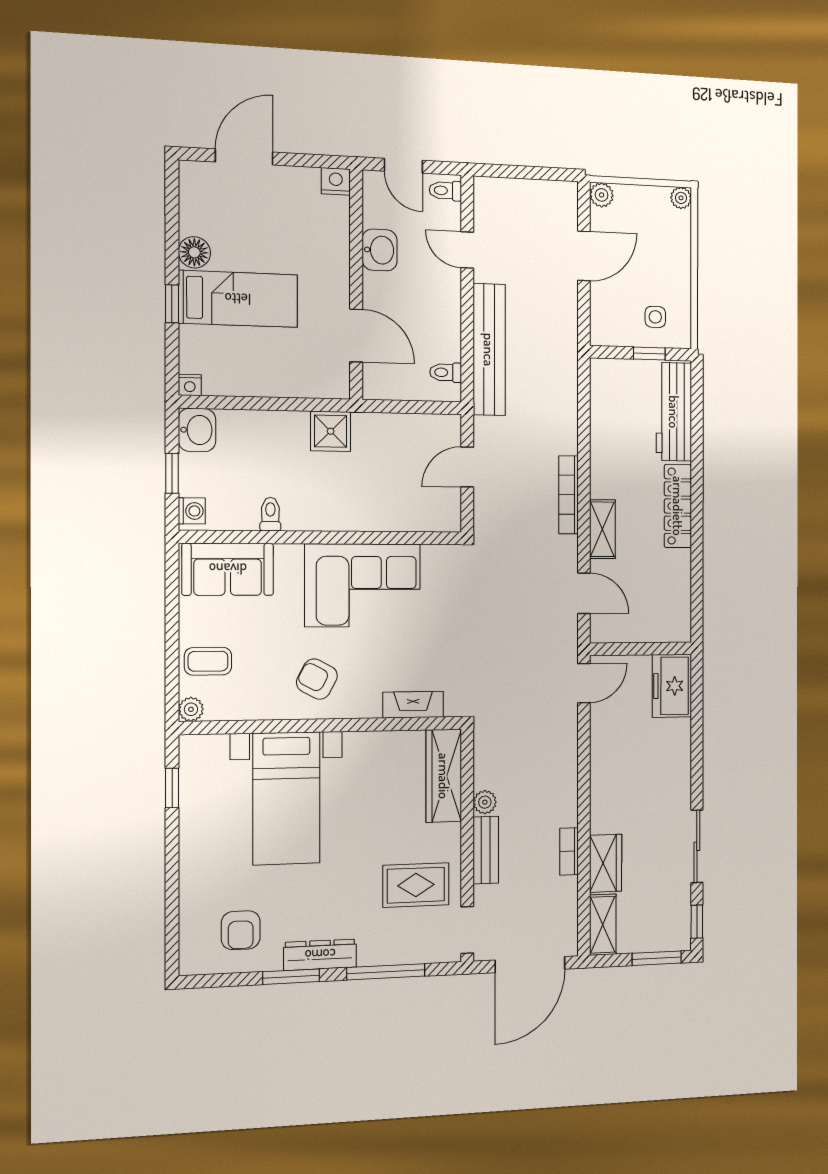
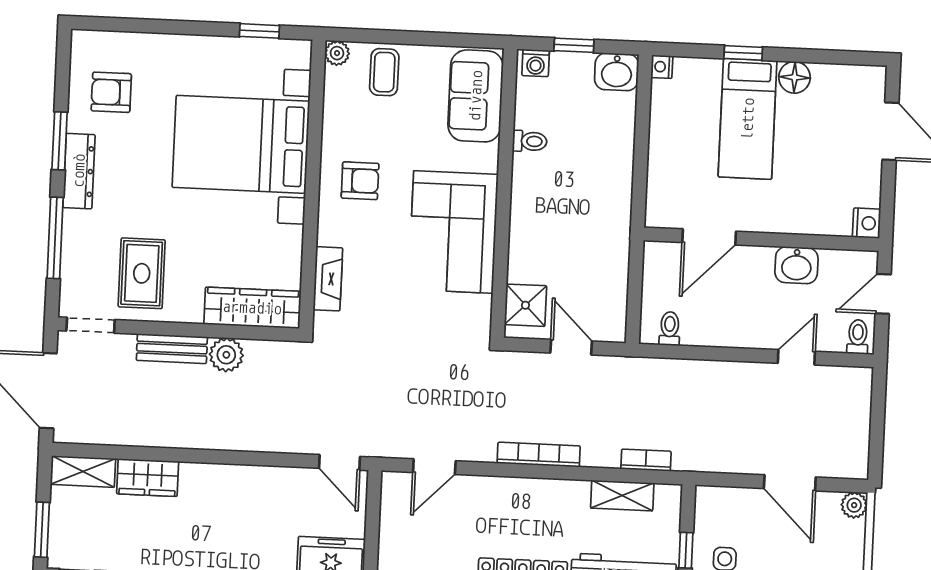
bench: (489, 350) -> (693, 376), removed
shower: (331, 431) -> (525, 305), moved
shelving: (602, 529) -> (622, 496), moved
armchair: (317, 679) -> (360, 181), turned 62
bed with nightstands: (286, 798) -> (241, 144), width x1.36
plant: (485, 802) -> (226, 355), width x1.38, depth x1.38
bookcase: (569, 851) -> (646, 460), moved

